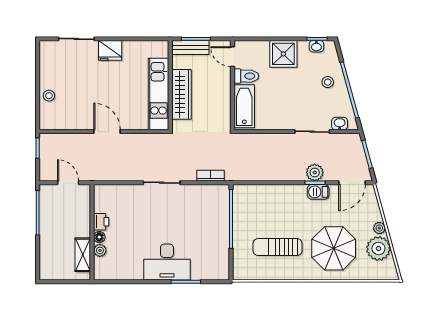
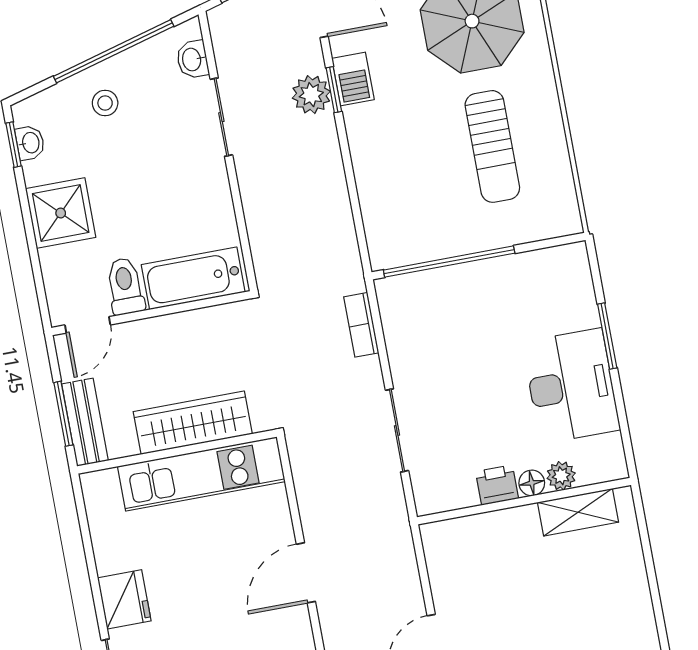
printer: (101, 222) -> (497, 485), moved
wall: (92, 232) -> (524, 501), moved
floor lamp: (99, 237) -> (532, 483), moved
plant: (100, 250) -> (561, 476), moved
shelving: (83, 255) -> (578, 512), moved

